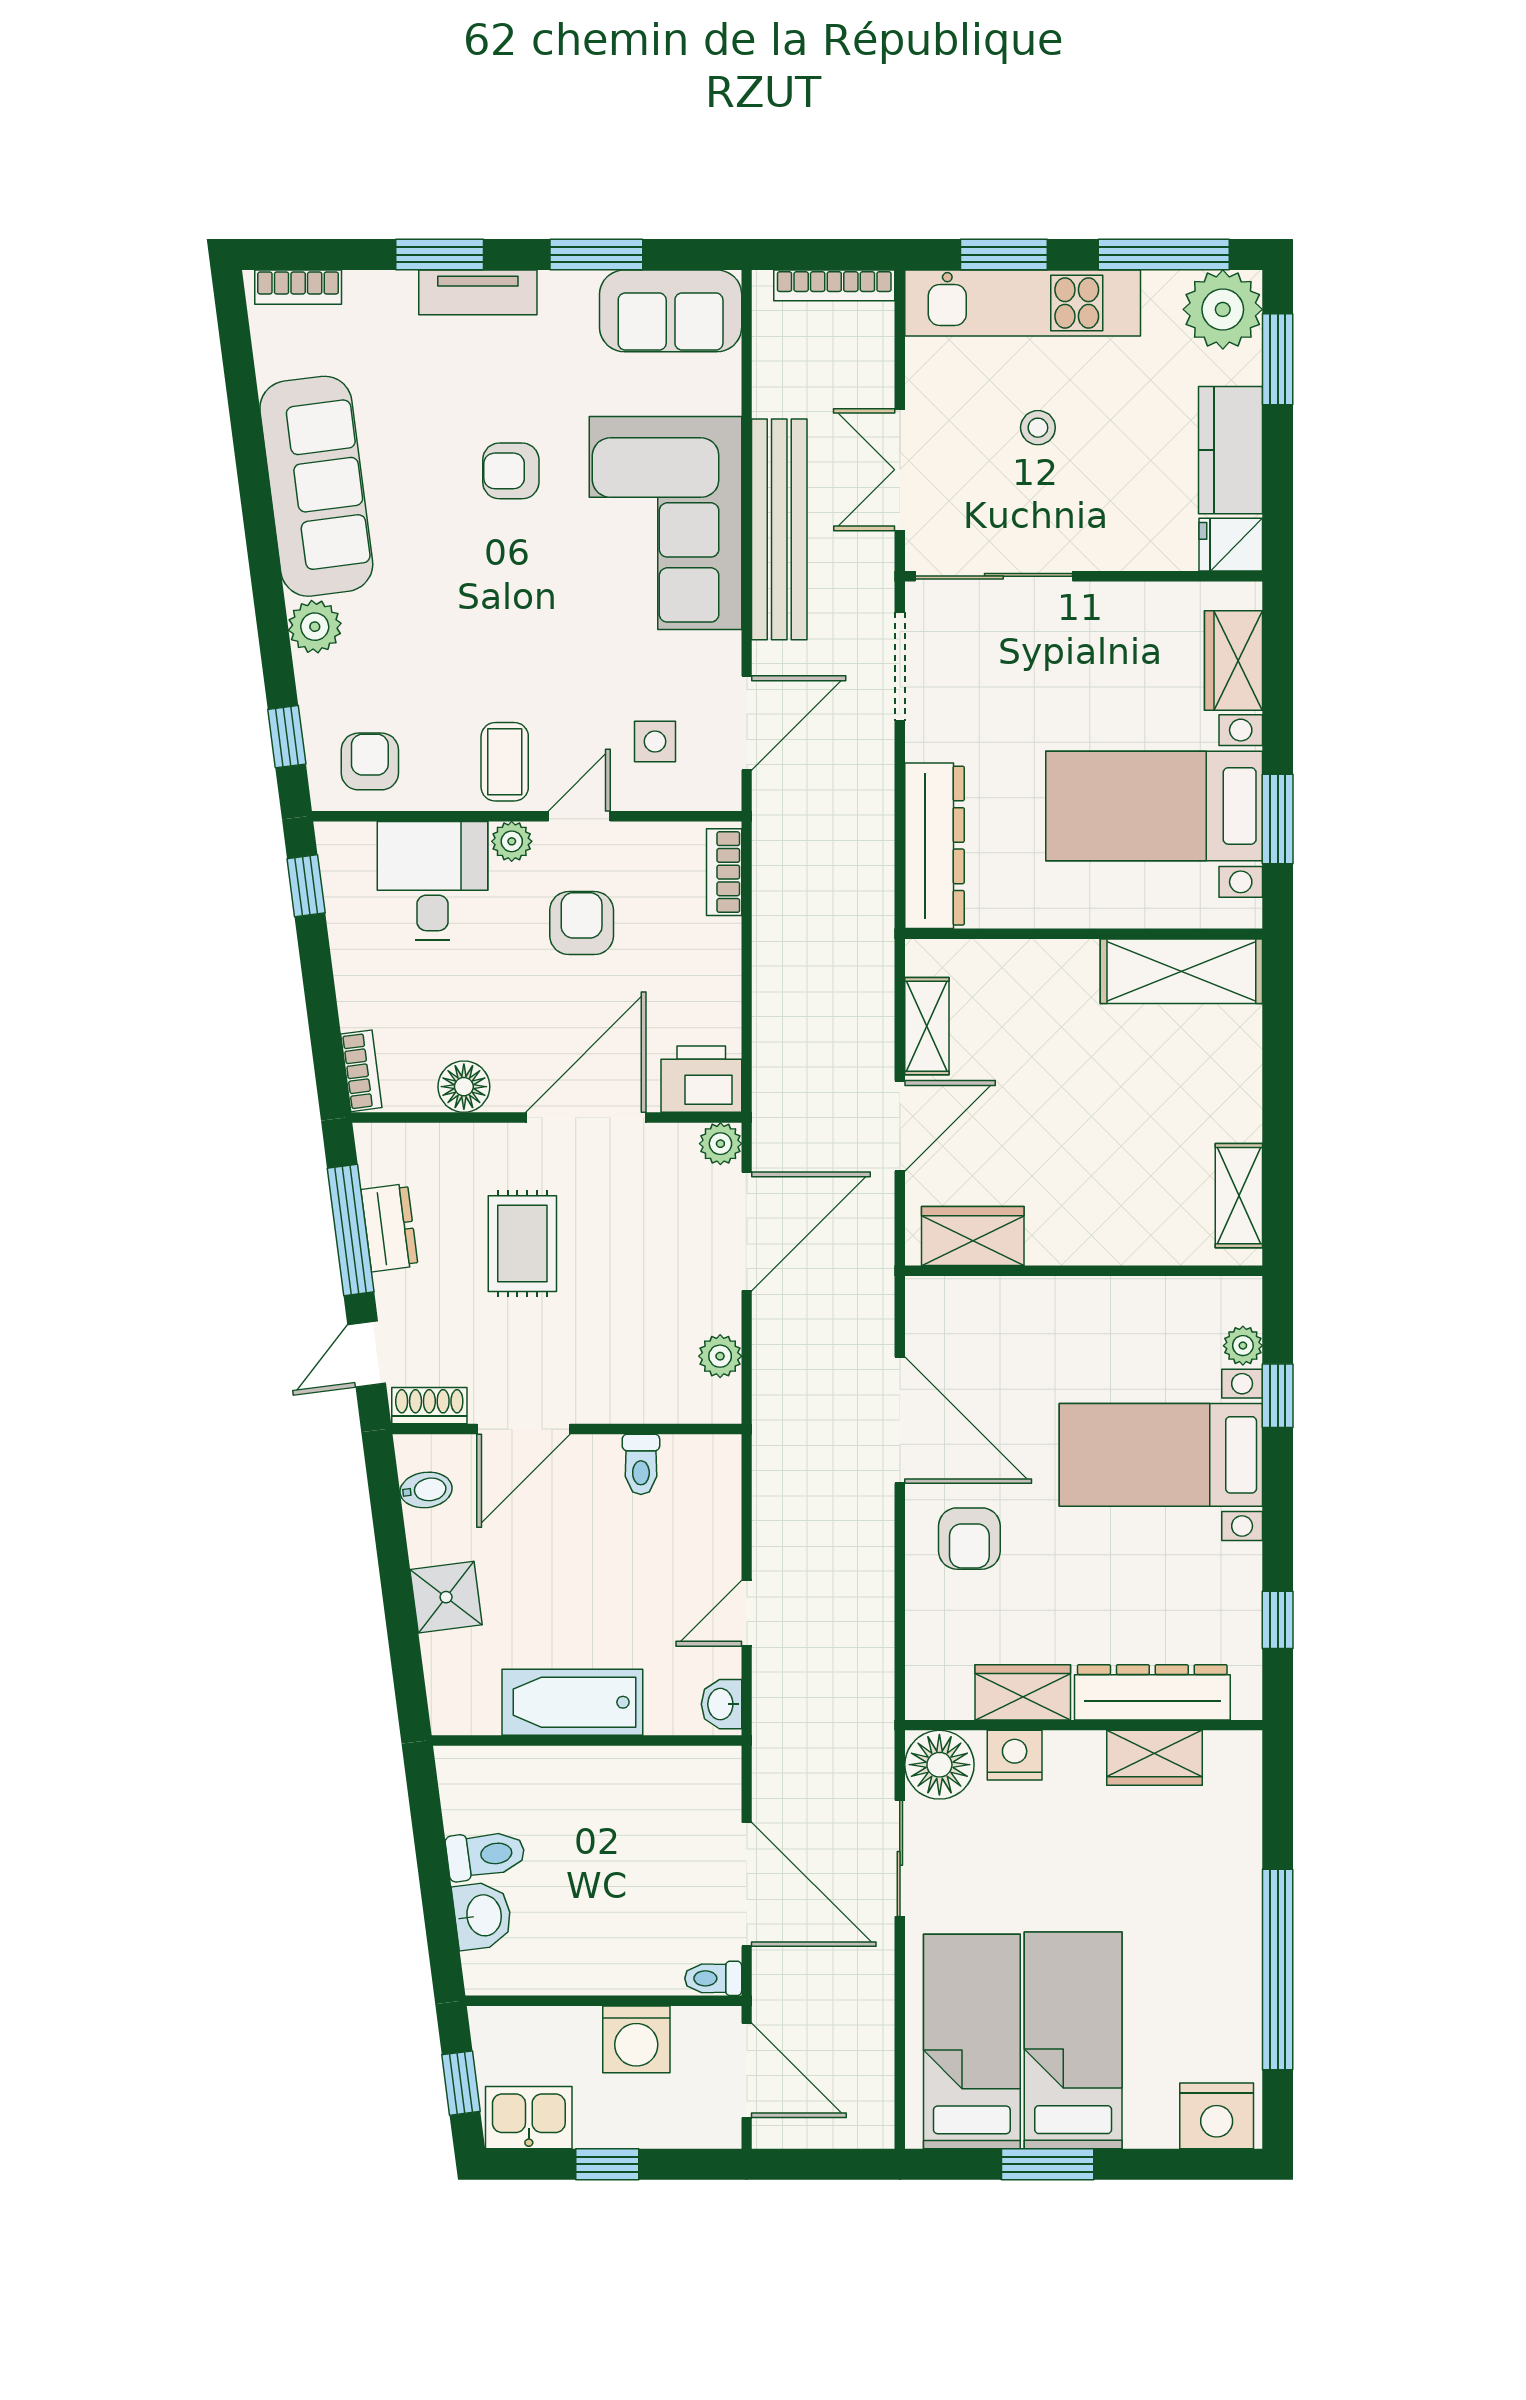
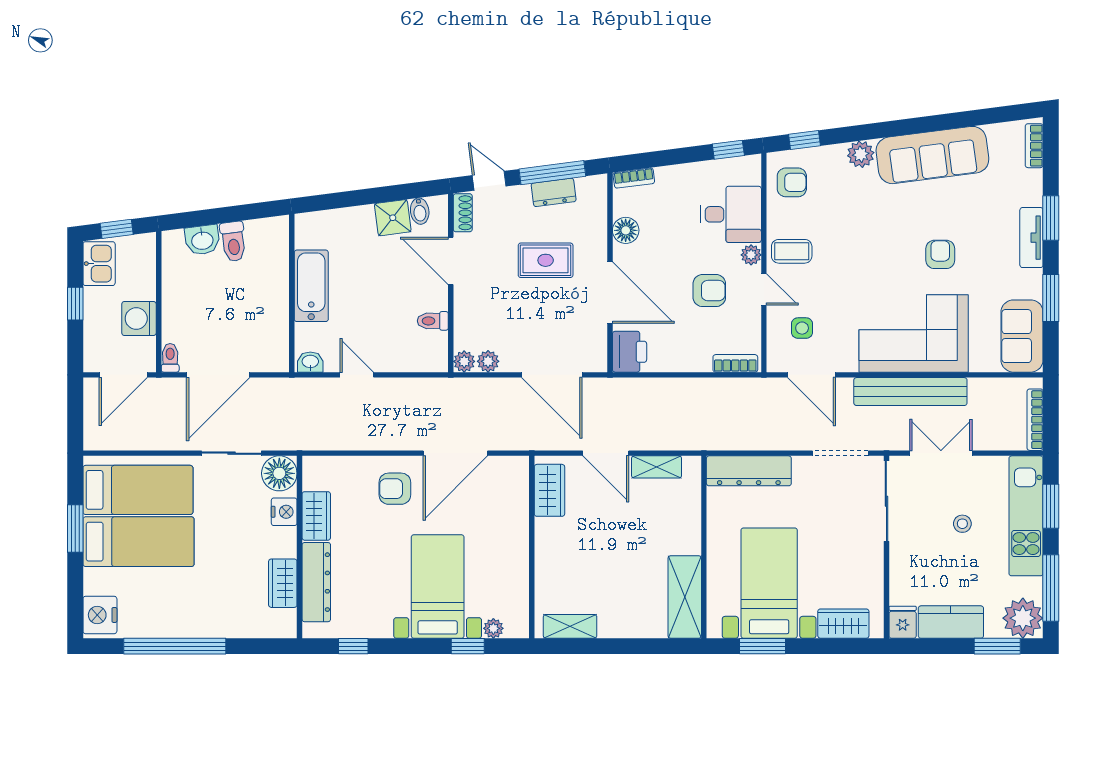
plant: (720, 1144) -> (464, 361), moved
shower: (446, 1597) -> (393, 218), moved

